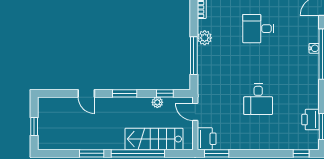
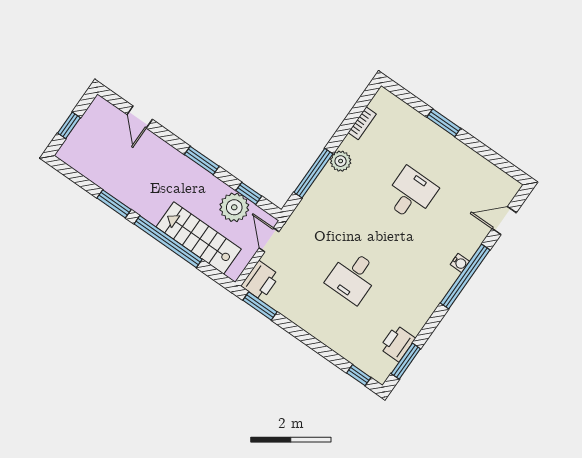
desk: (258, 29) -> (411, 194), turned 90
door: (86, 93) -> (140, 117), moved
plant: (157, 102) -> (234, 207), width x1.87, depth x1.87

